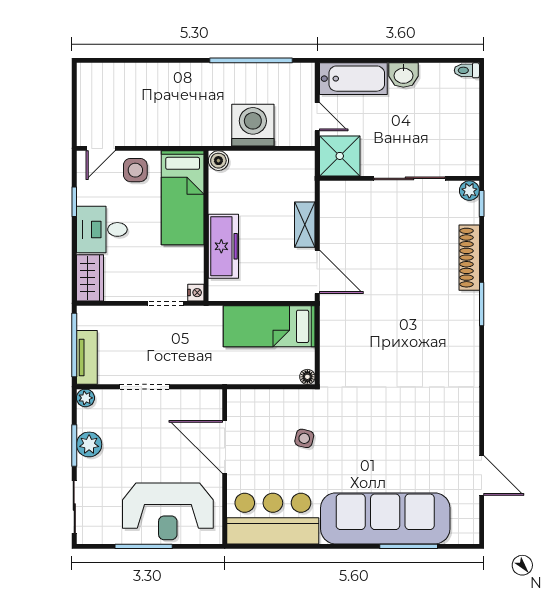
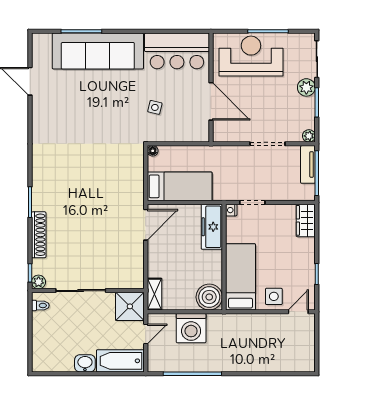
toilet: (467, 70) -> (40, 305), moved
door: (317, 117) -> (146, 334), swing flipped
boiler: (218, 161) -> (209, 297), width x1.86, depth x1.86
shelving: (305, 225) -> (155, 294), moved
desk: (102, 229) -> (297, 255), removed
freezer: (223, 246) -> (212, 227), moved
door: (317, 272) -> (146, 225), swing flipped
plant: (89, 444) -> (306, 87), moved

